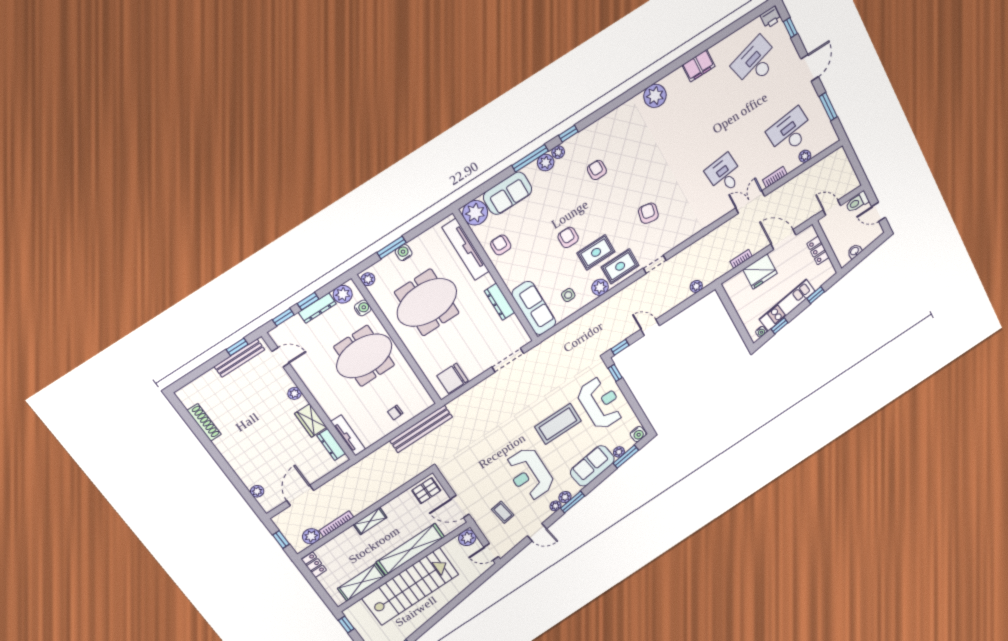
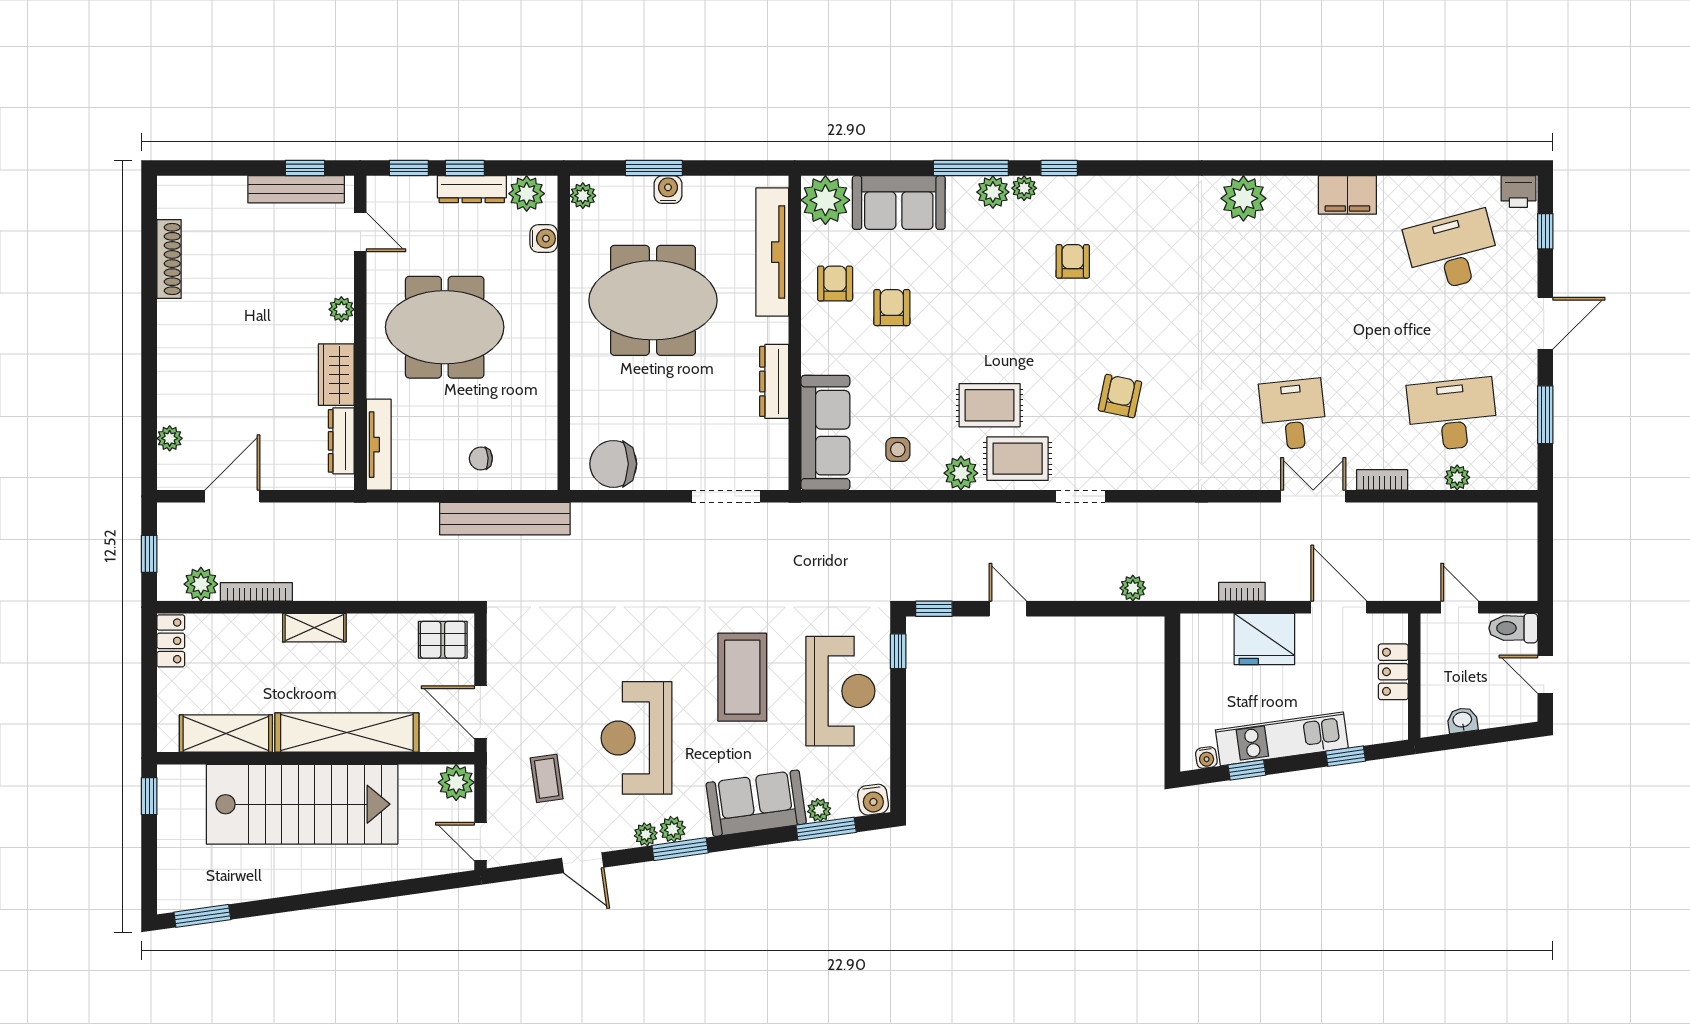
armchair: (568, 237) -> (892, 308), moved
meeting table: (364, 356) -> (445, 327), moved
coffee table: (558, 424) -> (742, 677), turned 90

